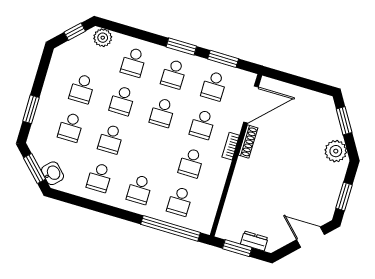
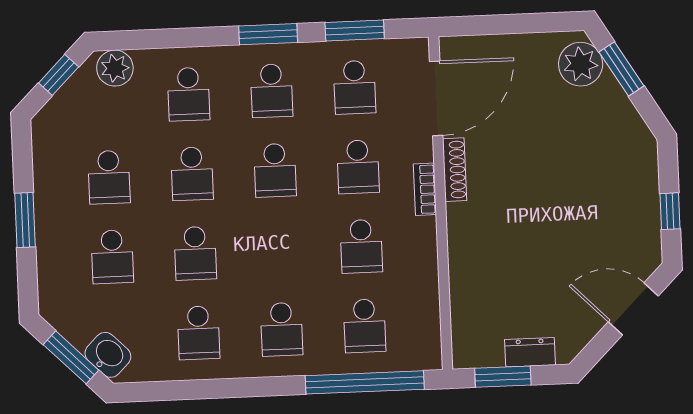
window: (31, 109) -> (25, 220), moved
plant: (336, 151) -> (581, 64), moved
window: (344, 196) -> (670, 211), width x0.67

